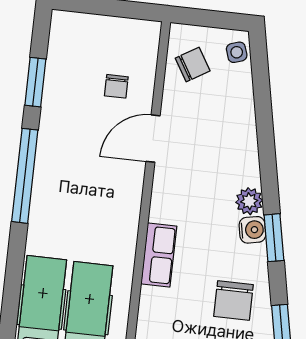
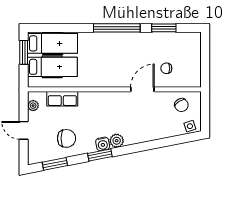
door: (153, 139) -> (142, 89), hinge flipped
row of seats: (159, 255) -> (62, 99), moved
chair: (233, 300) -> (66, 138), turned 180

